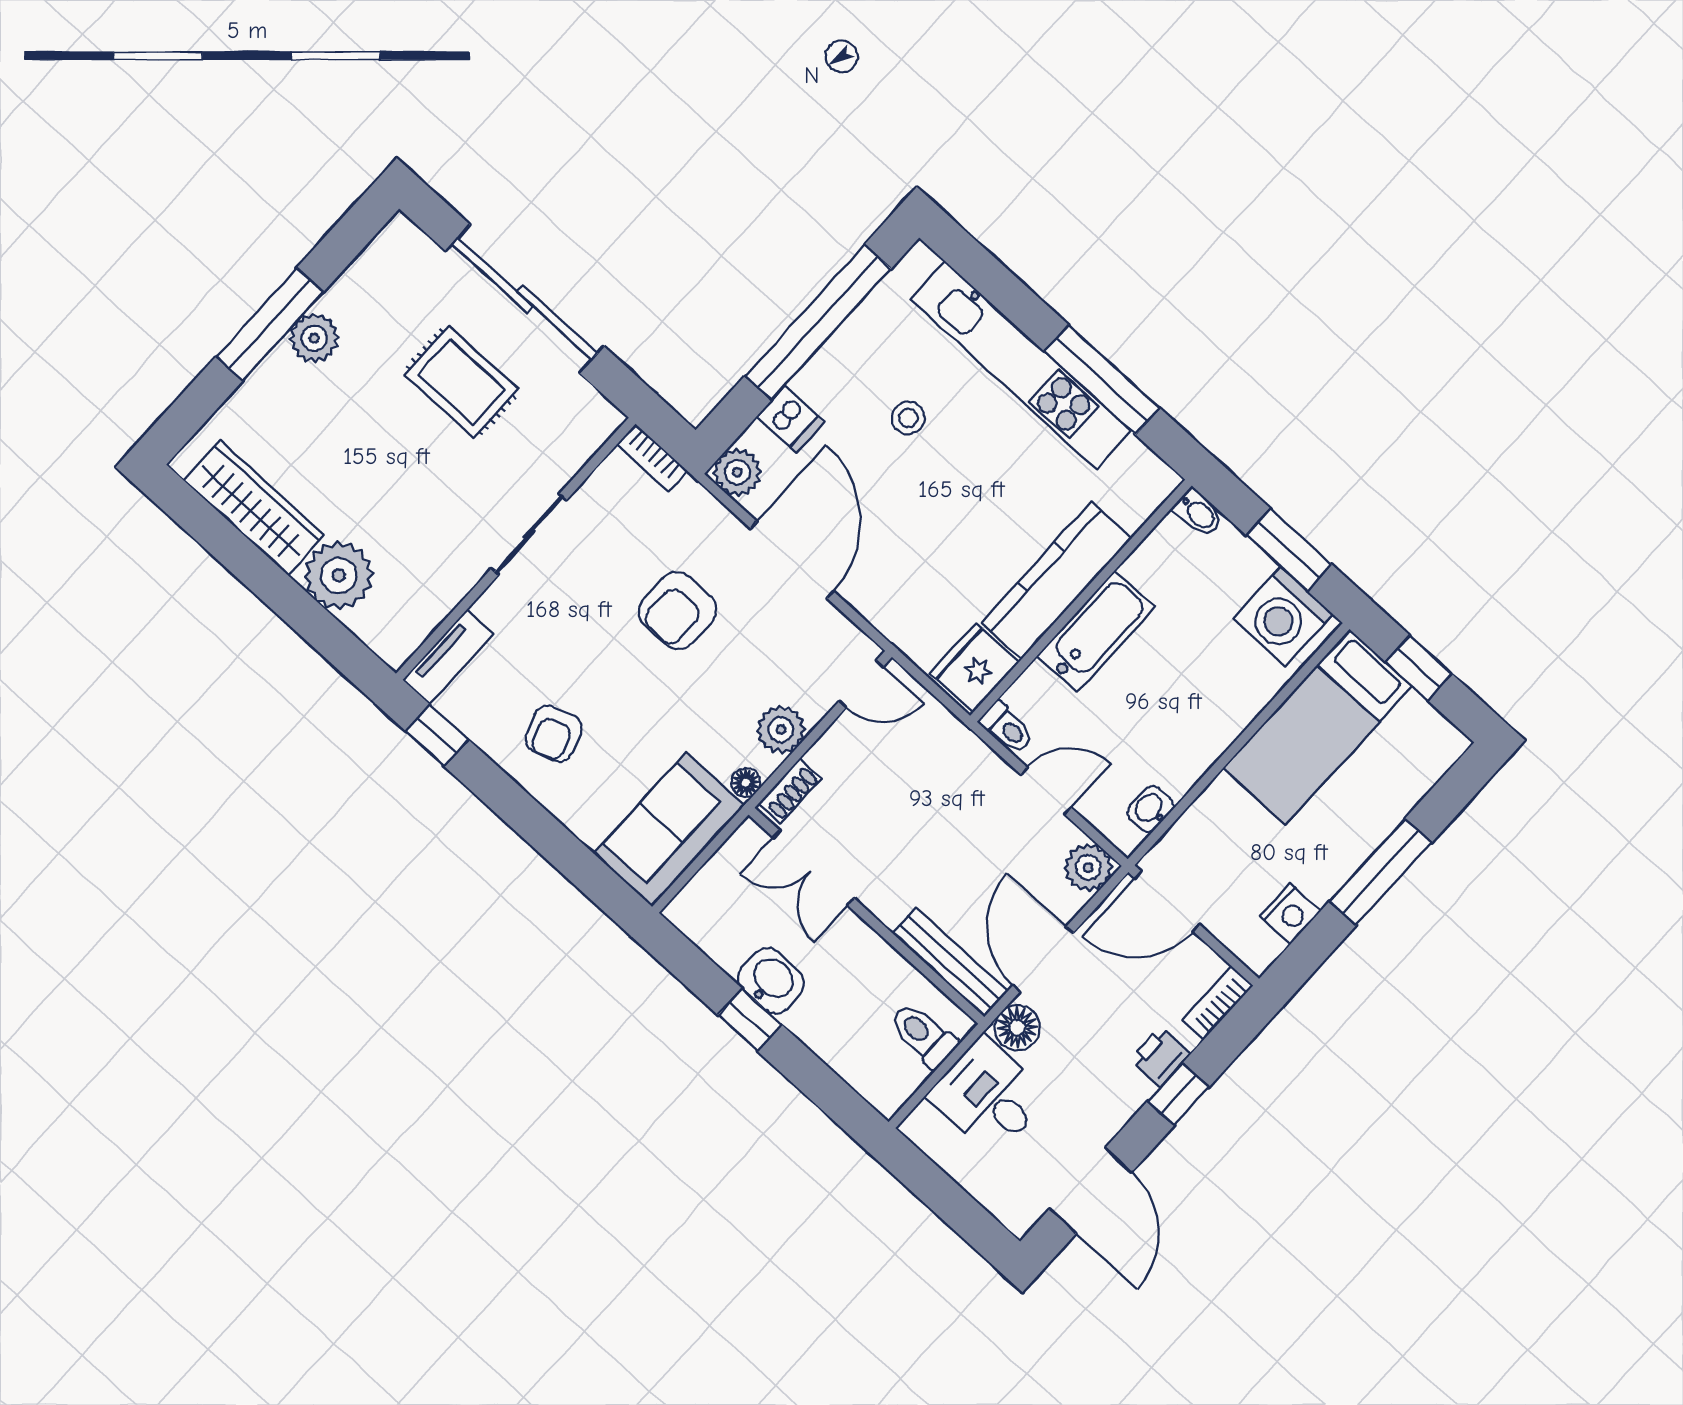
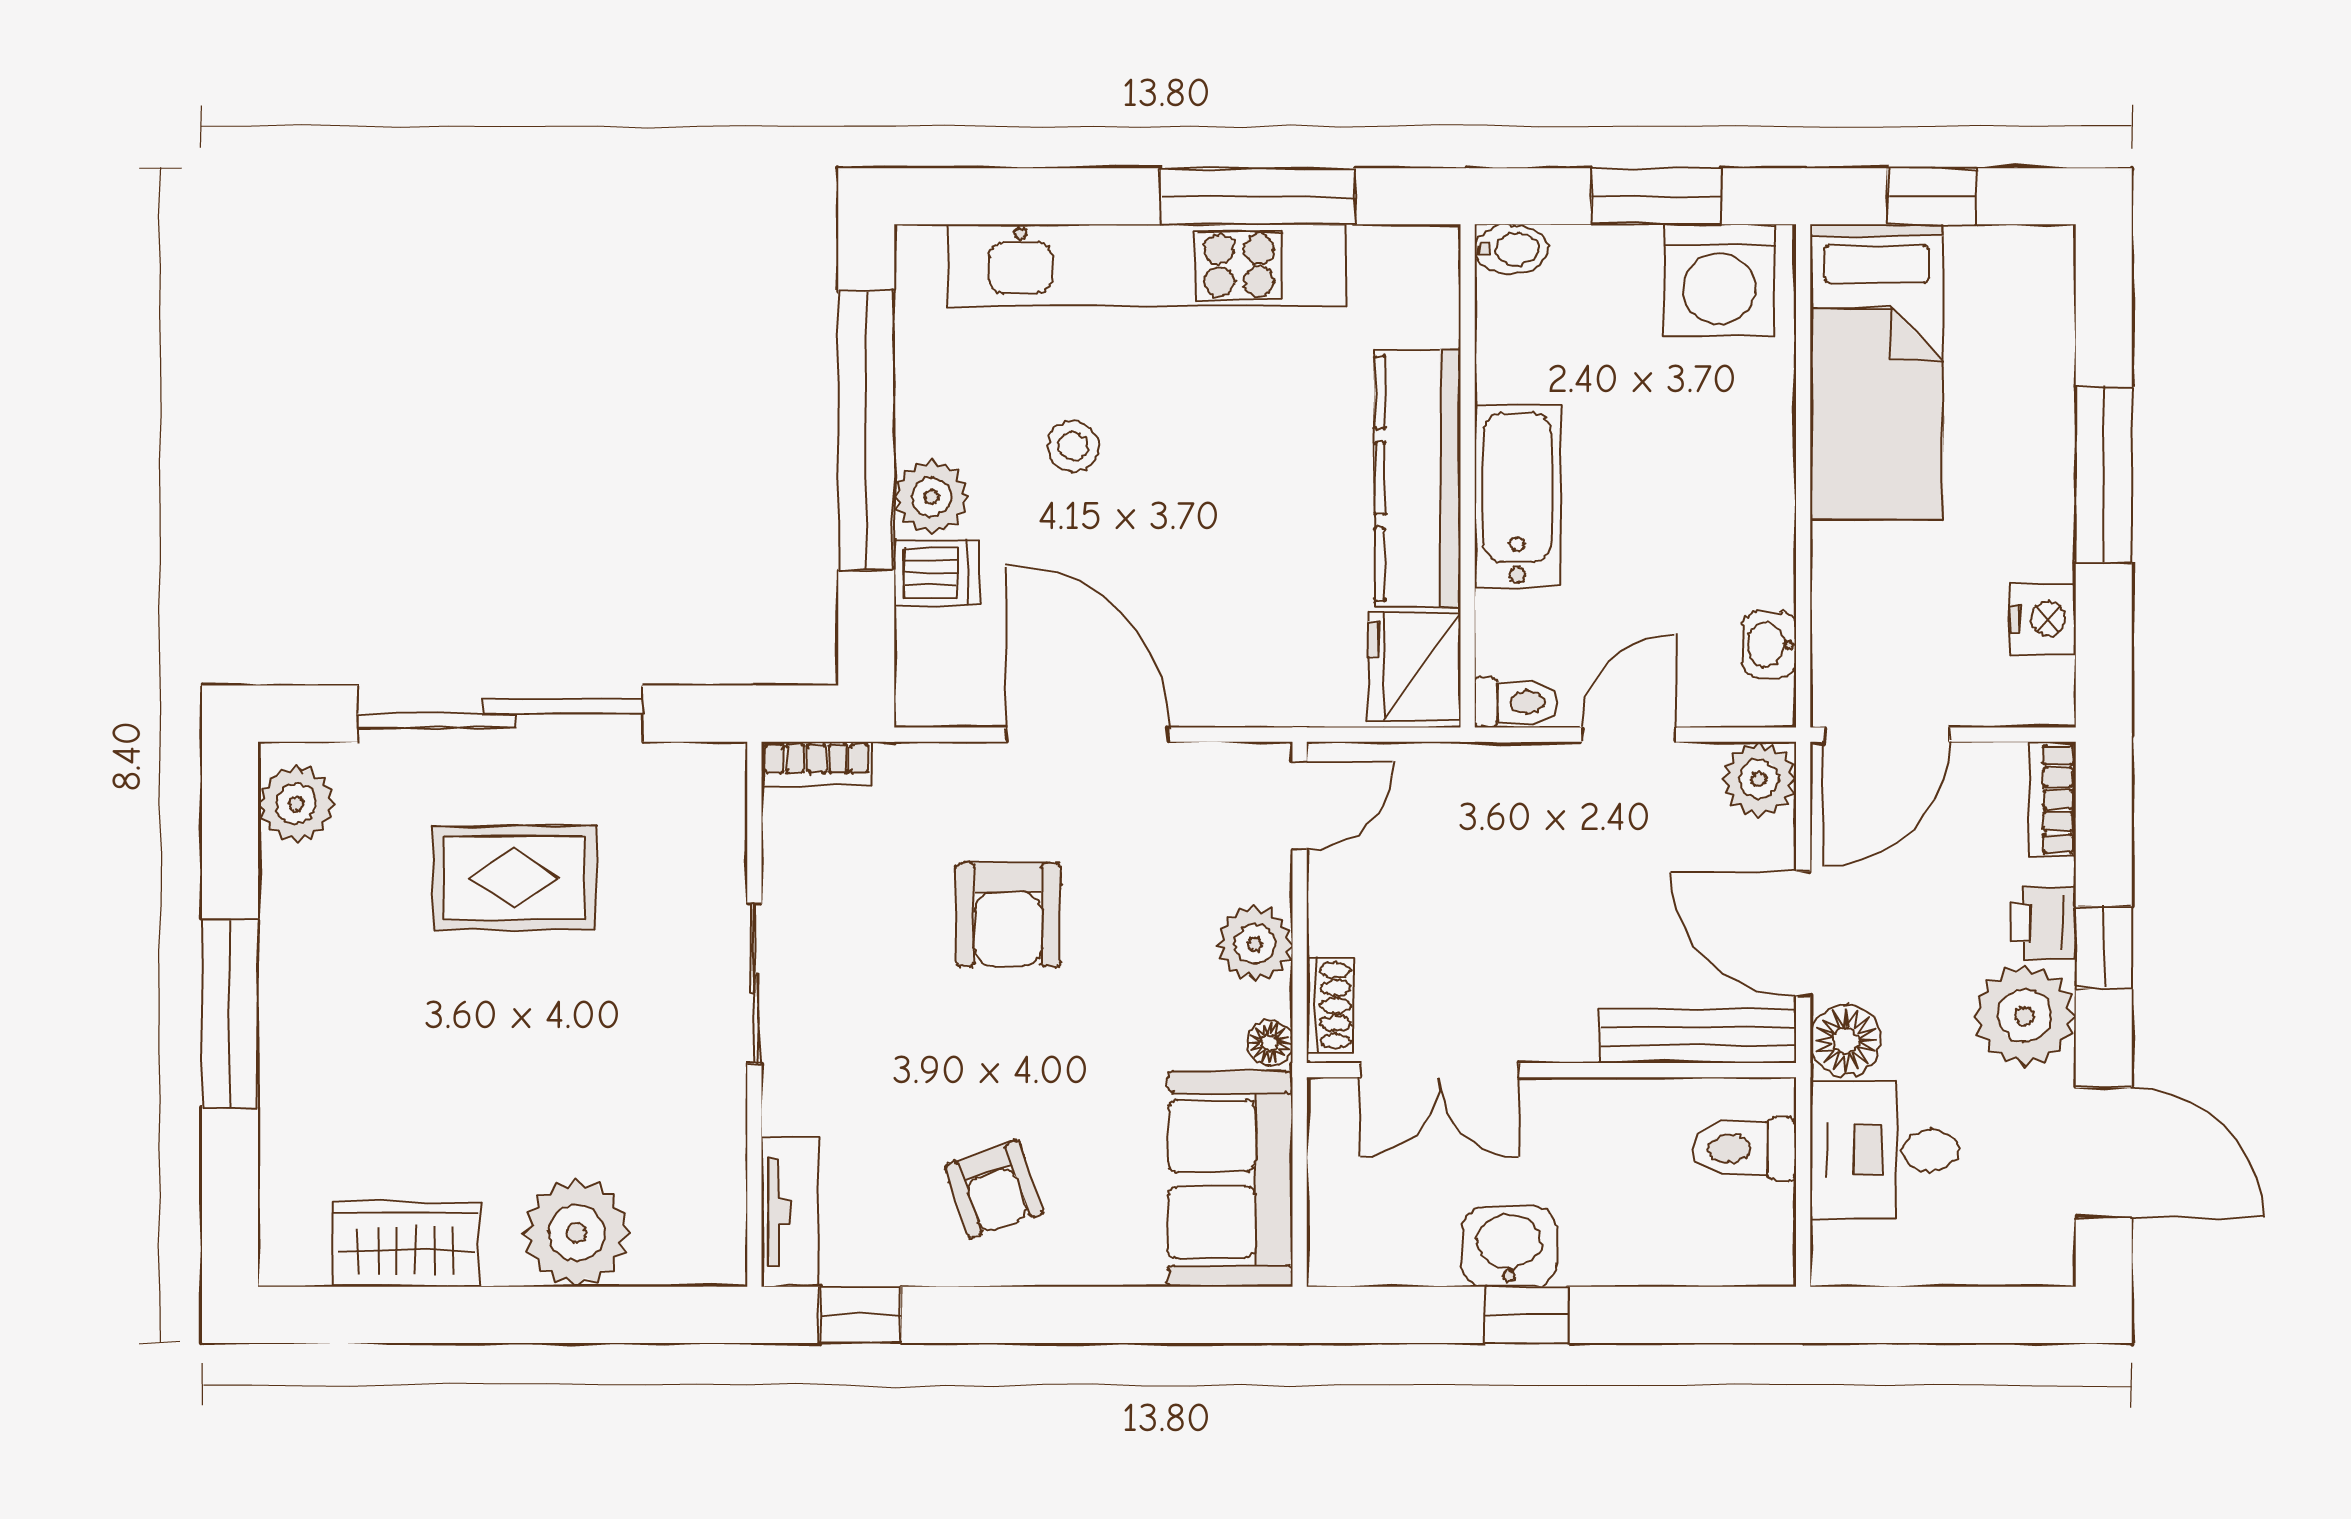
plant: (314, 338) -> (296, 804), moved
plant: (737, 472) -> (931, 497), moved
wardrobe: (254, 508) -> (406, 1244), width x0.67
plant: (1112, 1092) -> (2025, 1016), added

